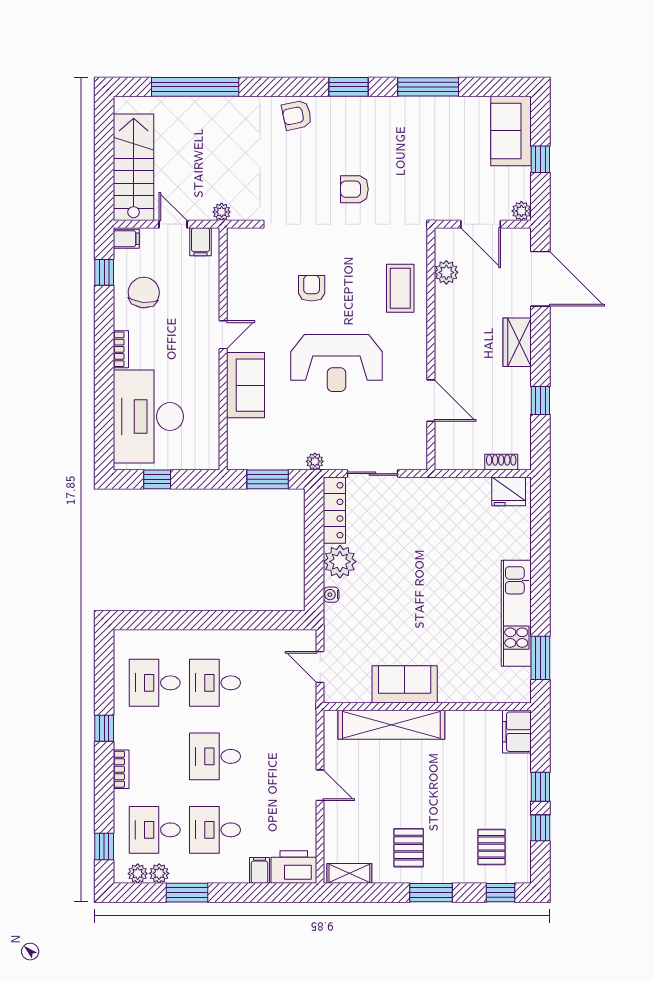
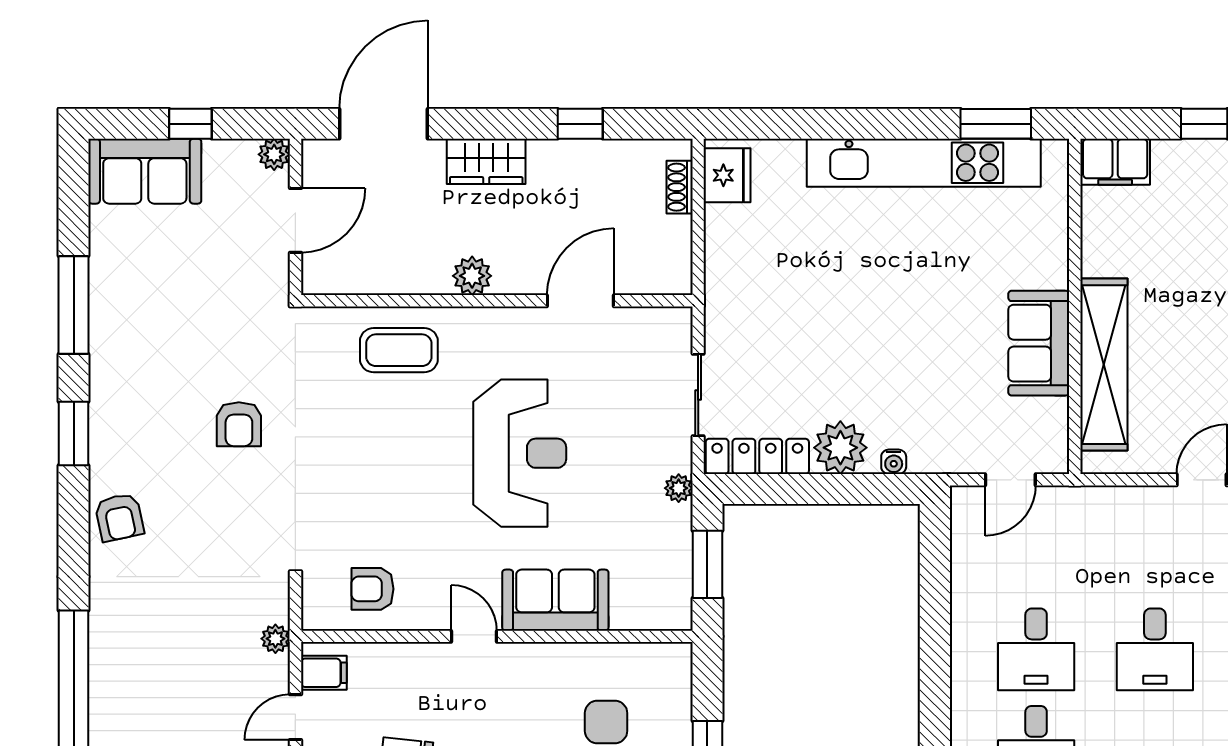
plant: (446, 272) -> (472, 276), moved
armchair: (312, 288) -> (373, 589), moved
kitchen unit: (516, 613) -> (924, 163), width x1.36

